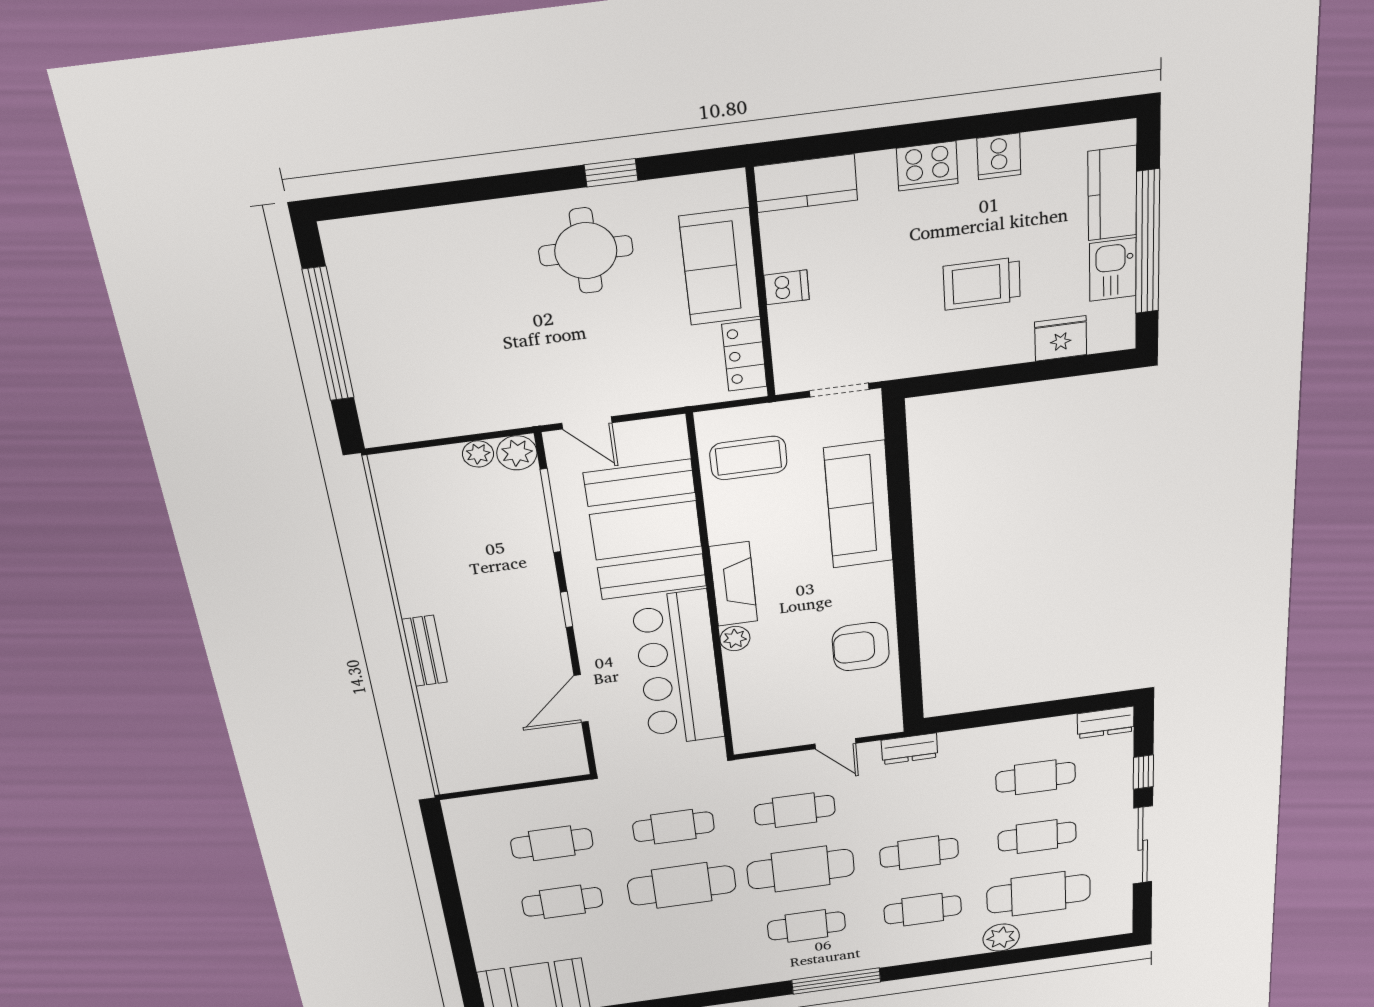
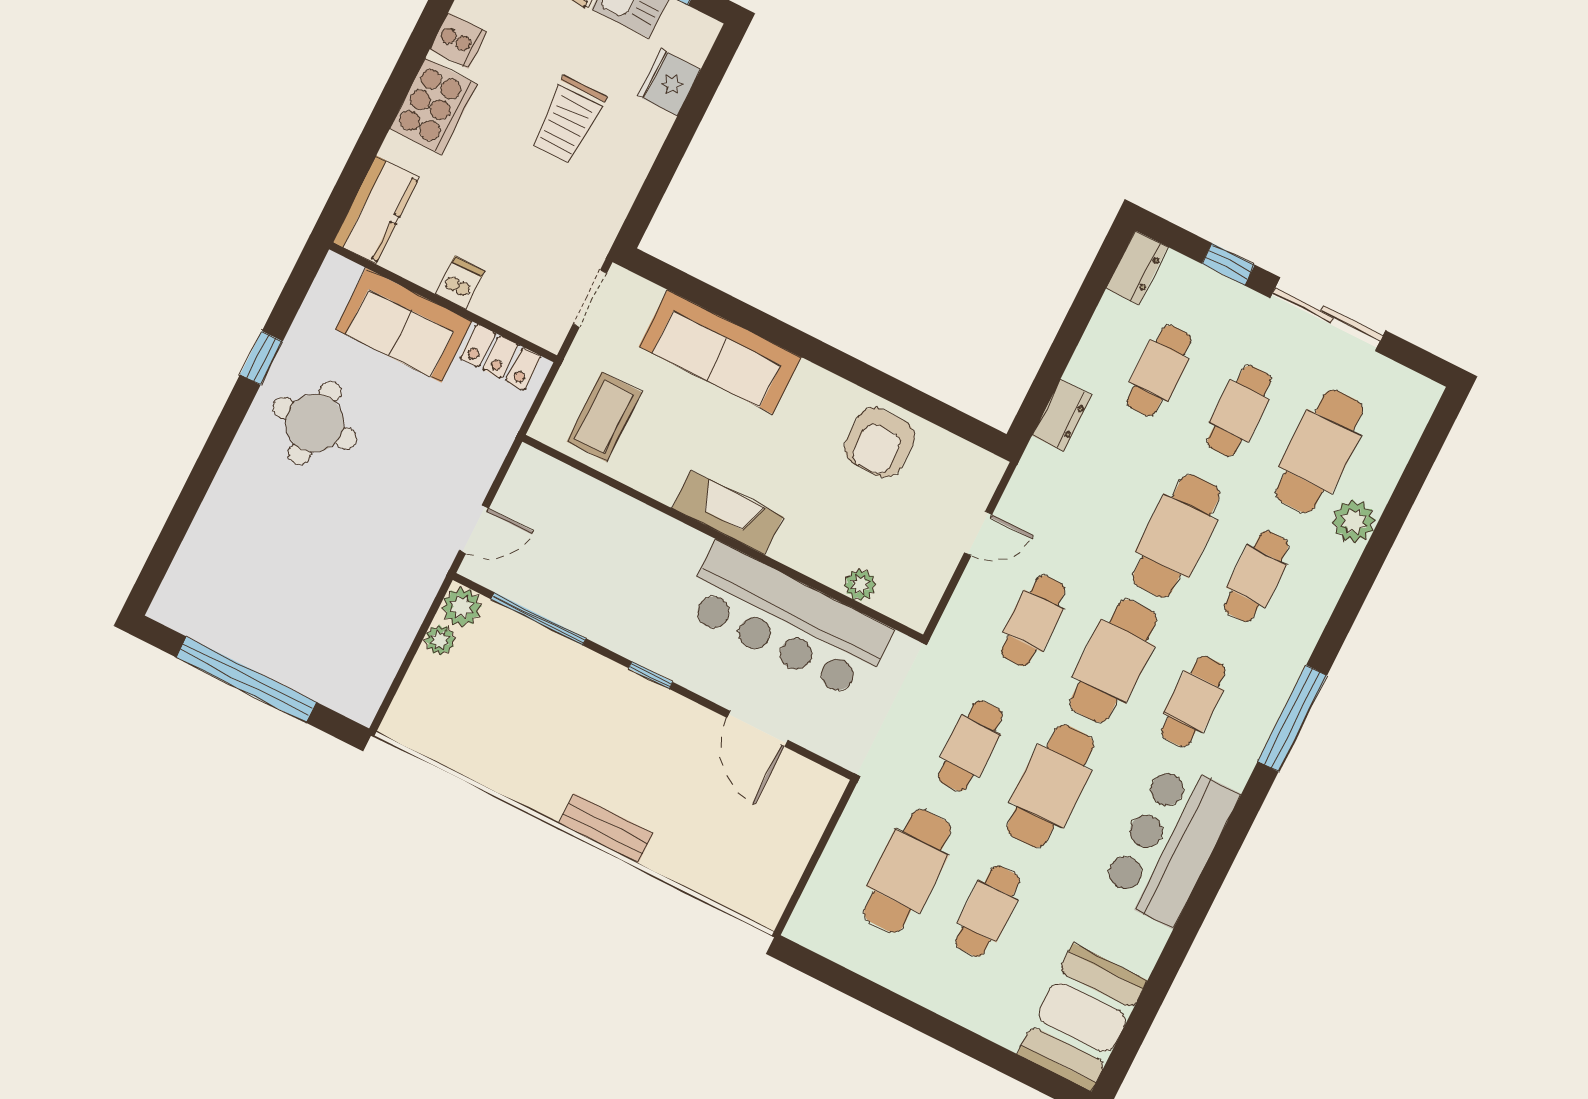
cooker: (927, 166) -> (433, 106), width x1.37, depth x1.31
booth: (646, 530) -> (616, 551), removed
plant: (735, 639) -> (860, 585), moved
dresser: (910, 749) -> (1062, 415), moved
cafe table: (552, 843) -> (907, 871), width x1.37, depth x1.35
cafe table: (919, 853) -> (1176, 536), width x1.37, depth x1.35
bar counter: (696, 968) -> (1170, 843), added

